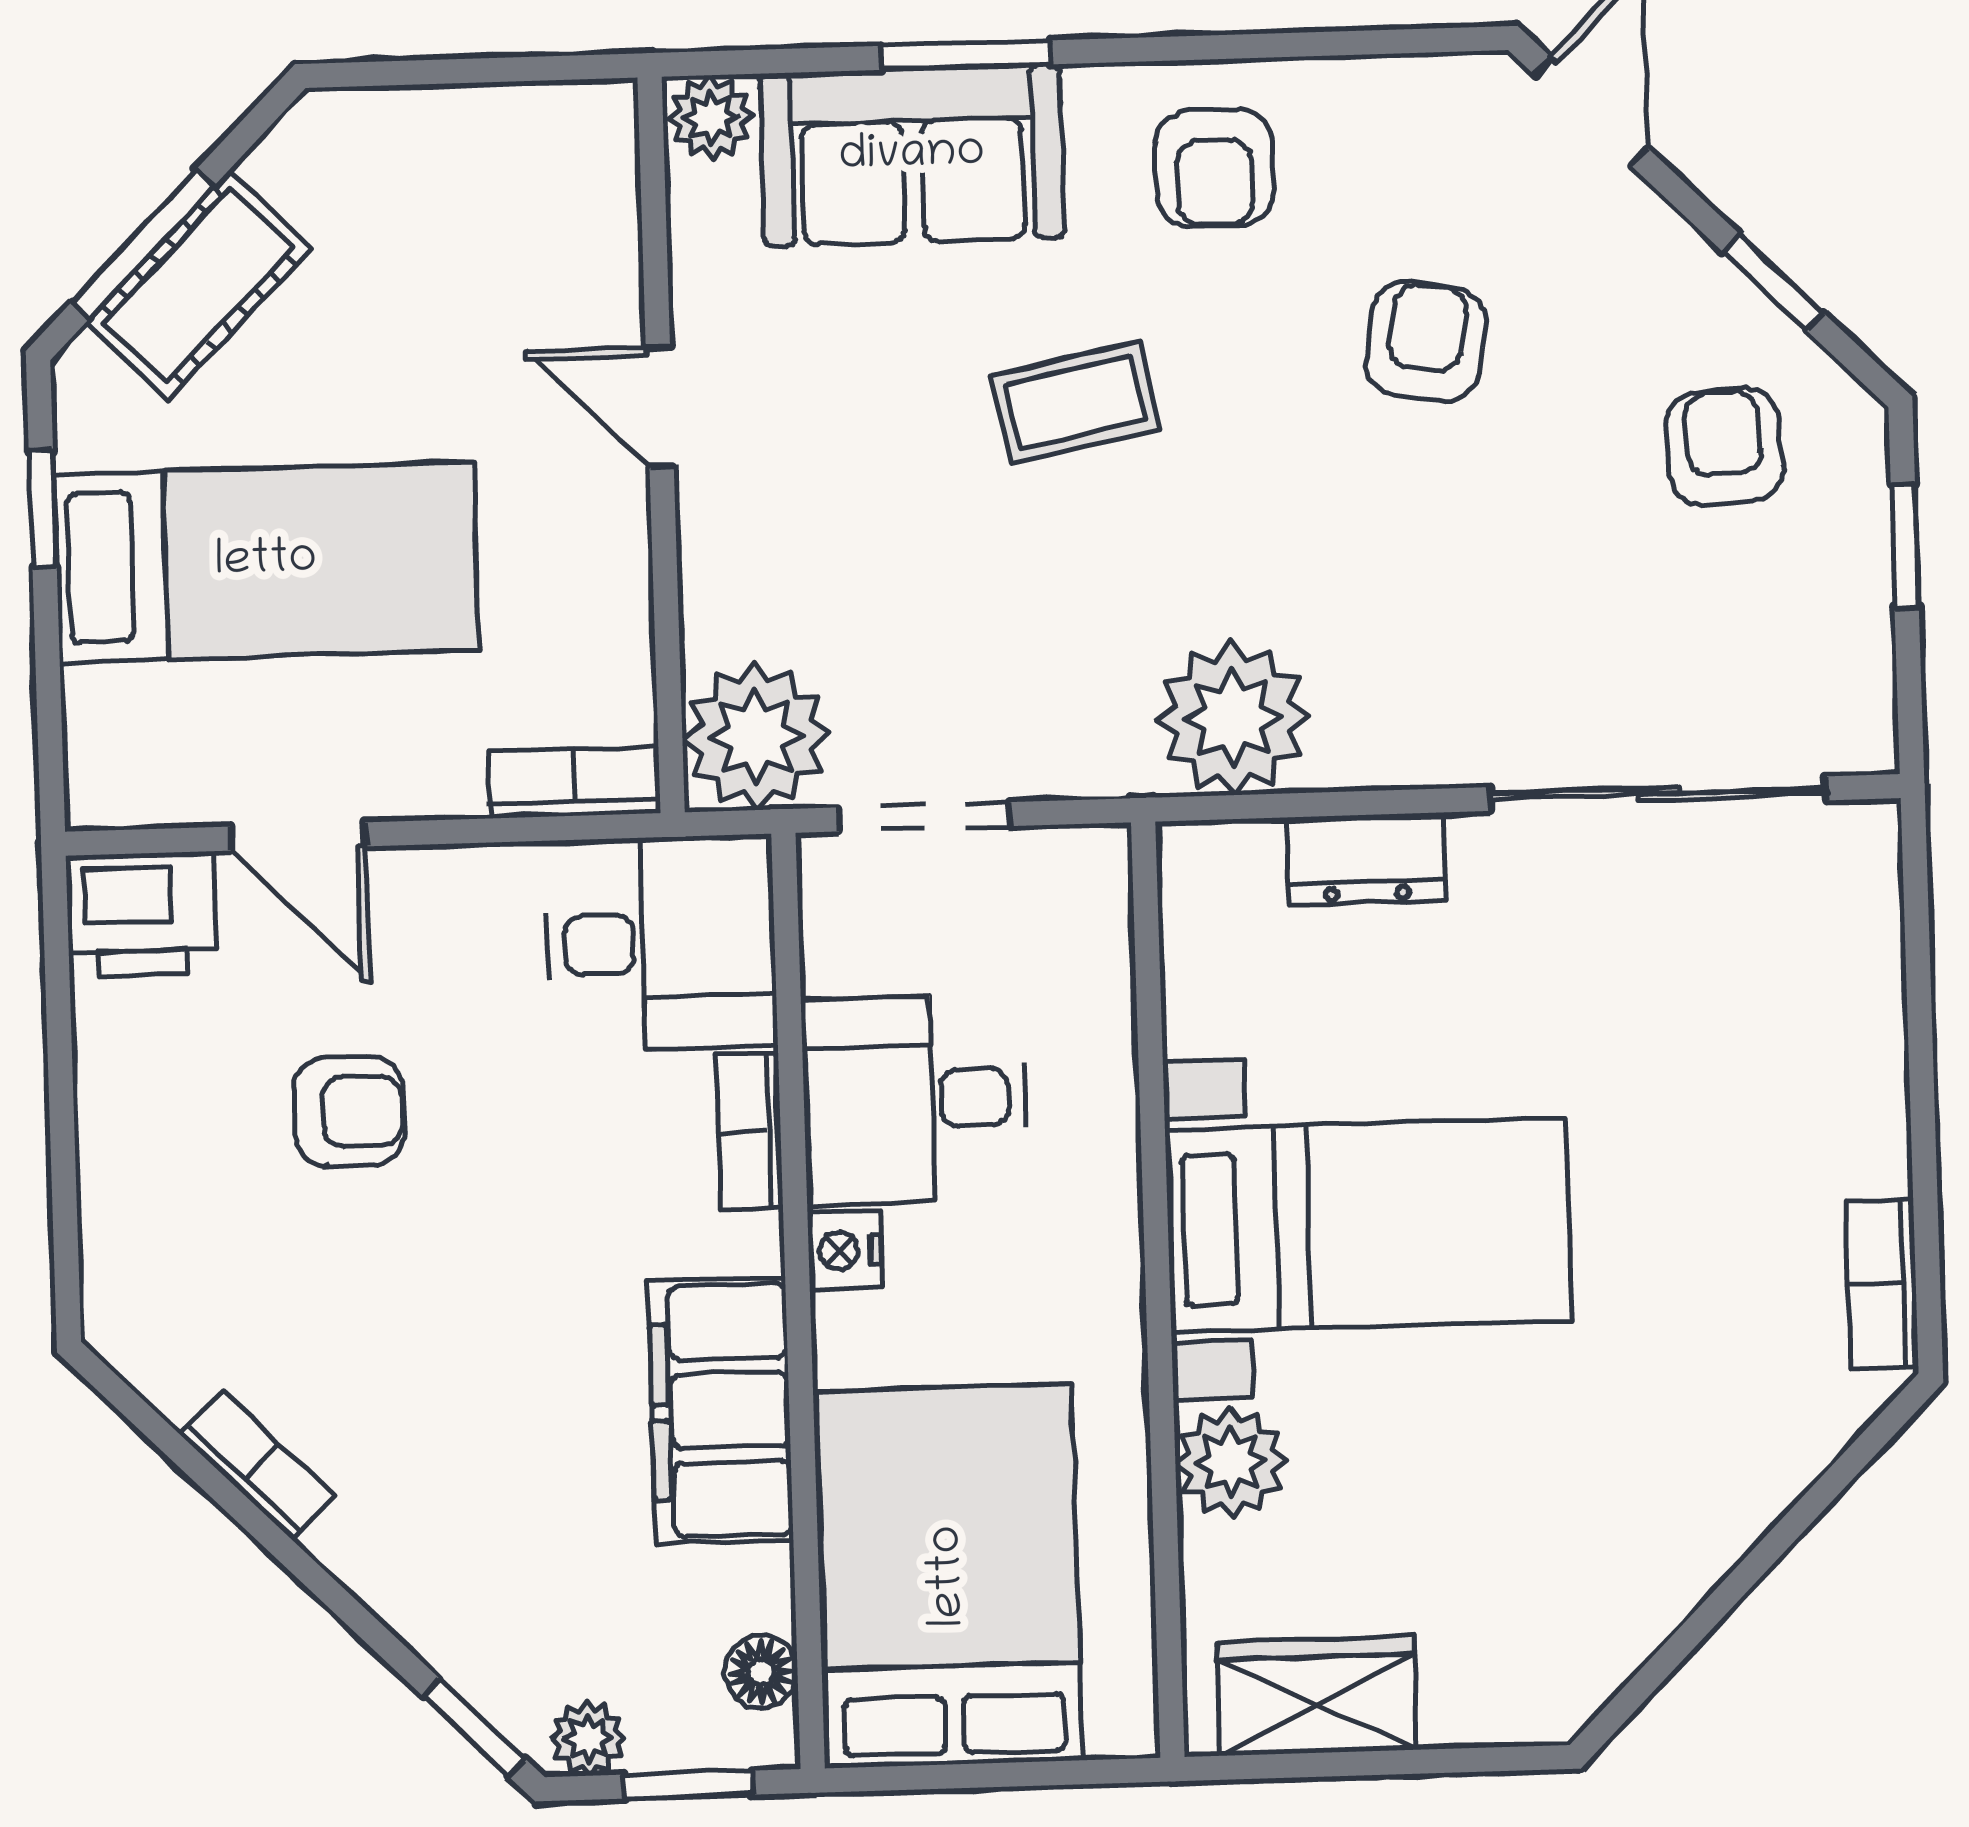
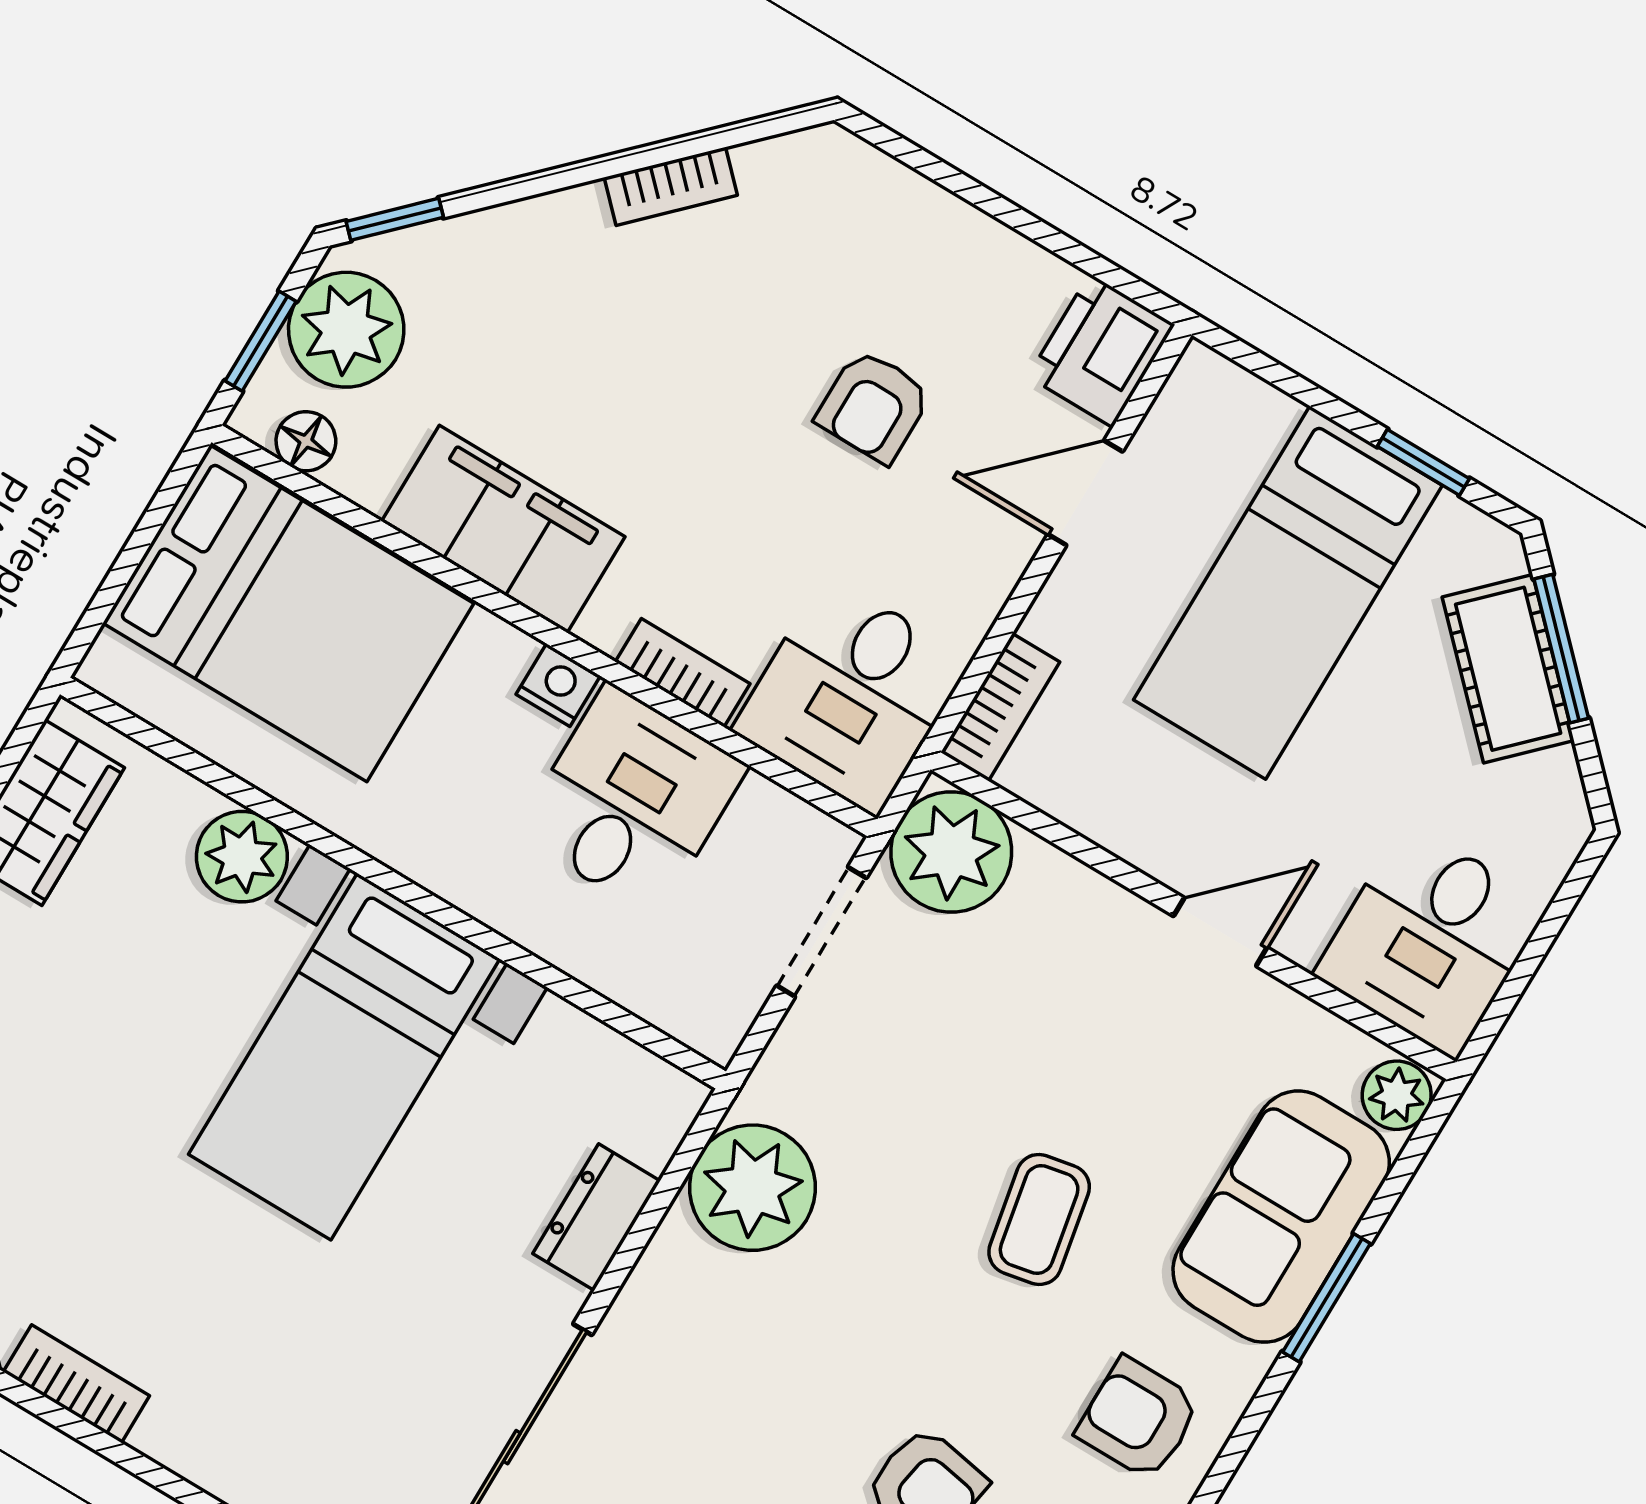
desk: (529, 185) -> (1431, 940), added
plant: (588, 1738) -> (346, 330), width x1.87, depth x1.87

